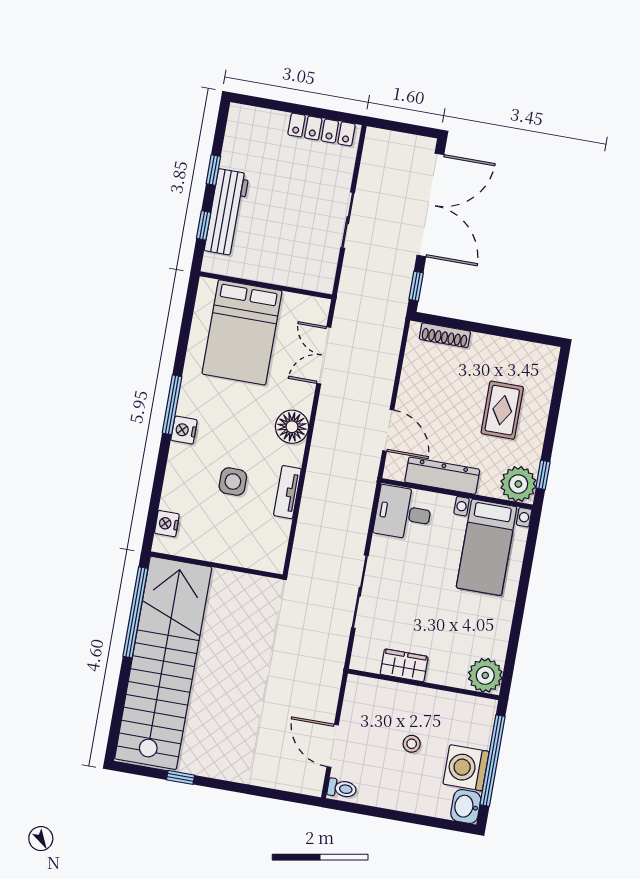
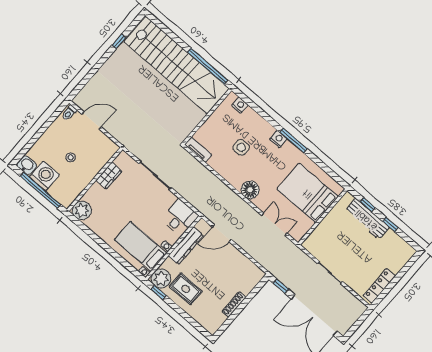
shoe rack: (445, 335) -> (234, 304), moved
rug: (502, 410) -> (186, 289), moved
tv unit: (287, 492) -> (198, 150), moved

